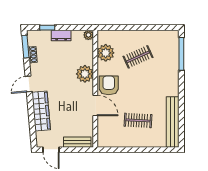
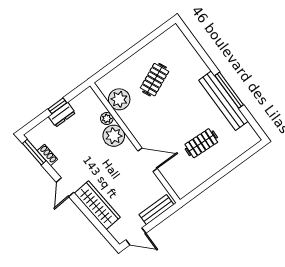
window: (47, 28) -> (57, 106), moved
plant: (88, 35) -> (107, 118), moved
window: (181, 54) -> (229, 90), moved
armchair: (109, 85) -> (146, 130), removed
bench: (173, 122) -> (223, 101), moved

